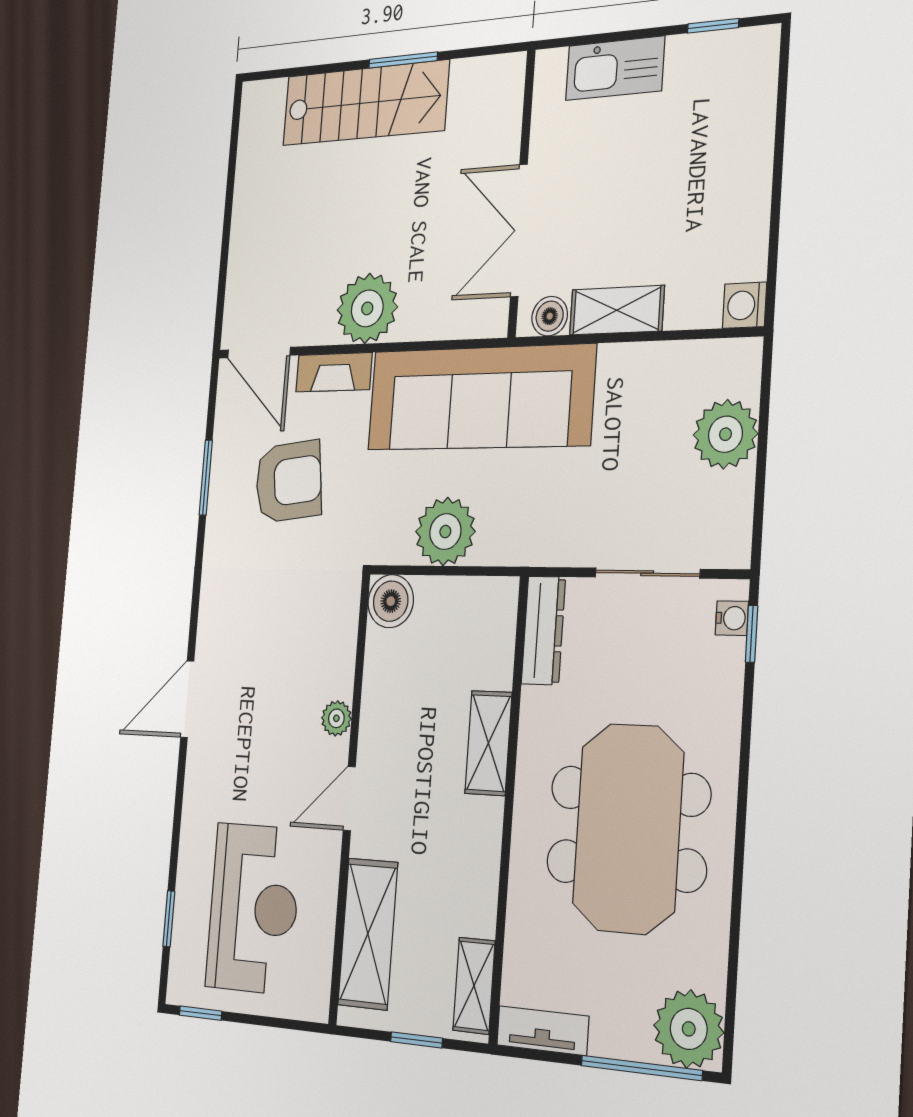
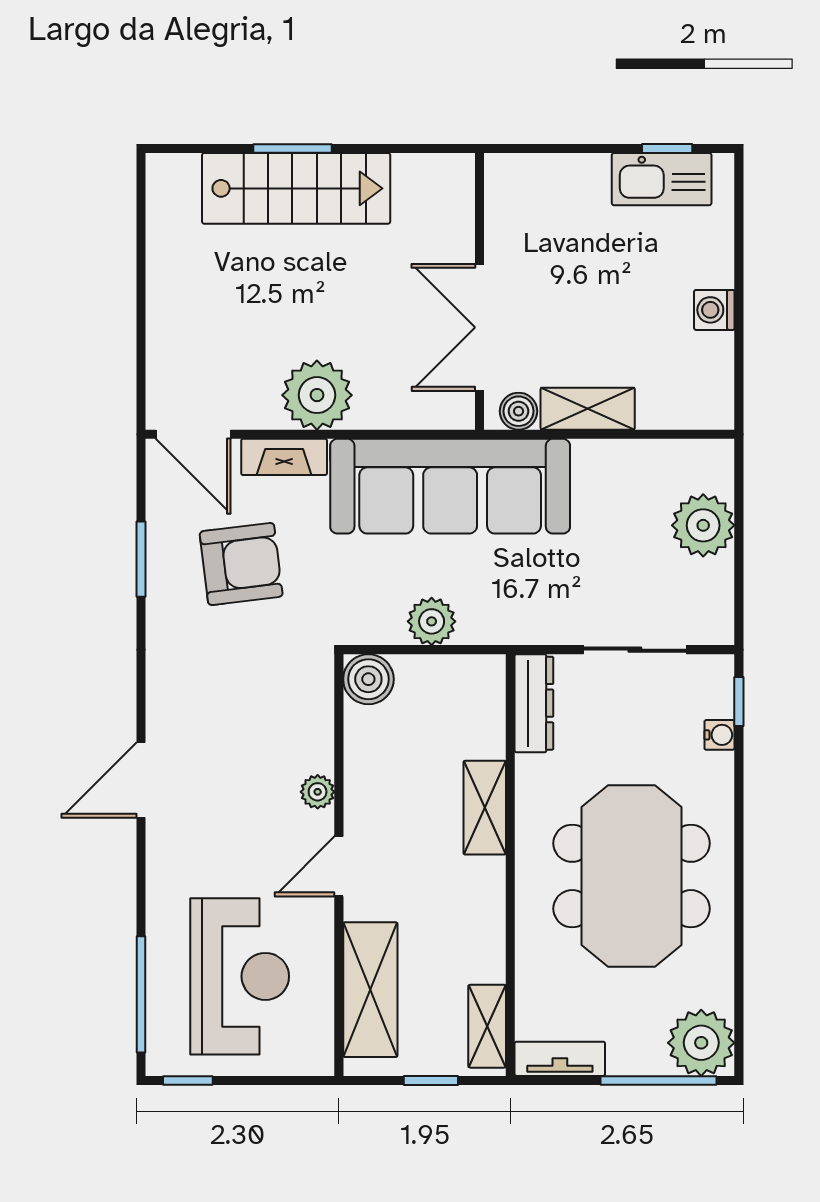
window: (403, 60) -> (292, 149), moved
kitchen sink: (615, 68) -> (662, 179), moved
washing machine: (745, 305) -> (714, 310), moved
plant: (445, 532) -> (432, 621), width x0.73, depth x0.73
water cooler: (732, 618) -> (719, 735), moved
window: (169, 919) -> (141, 994), width x2.17

